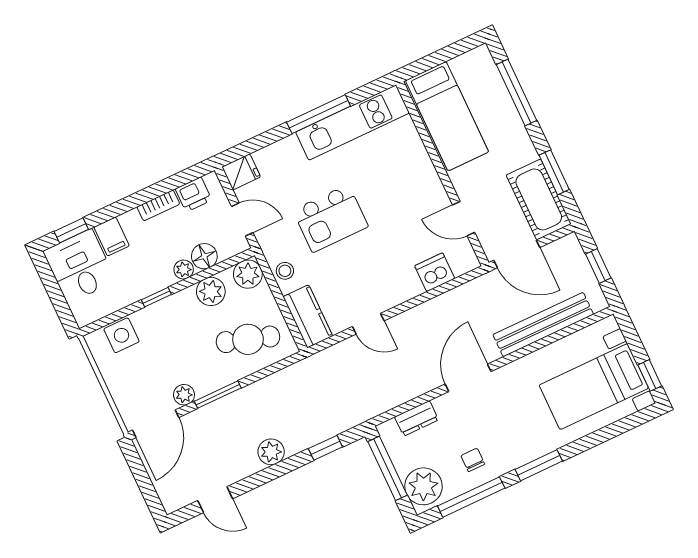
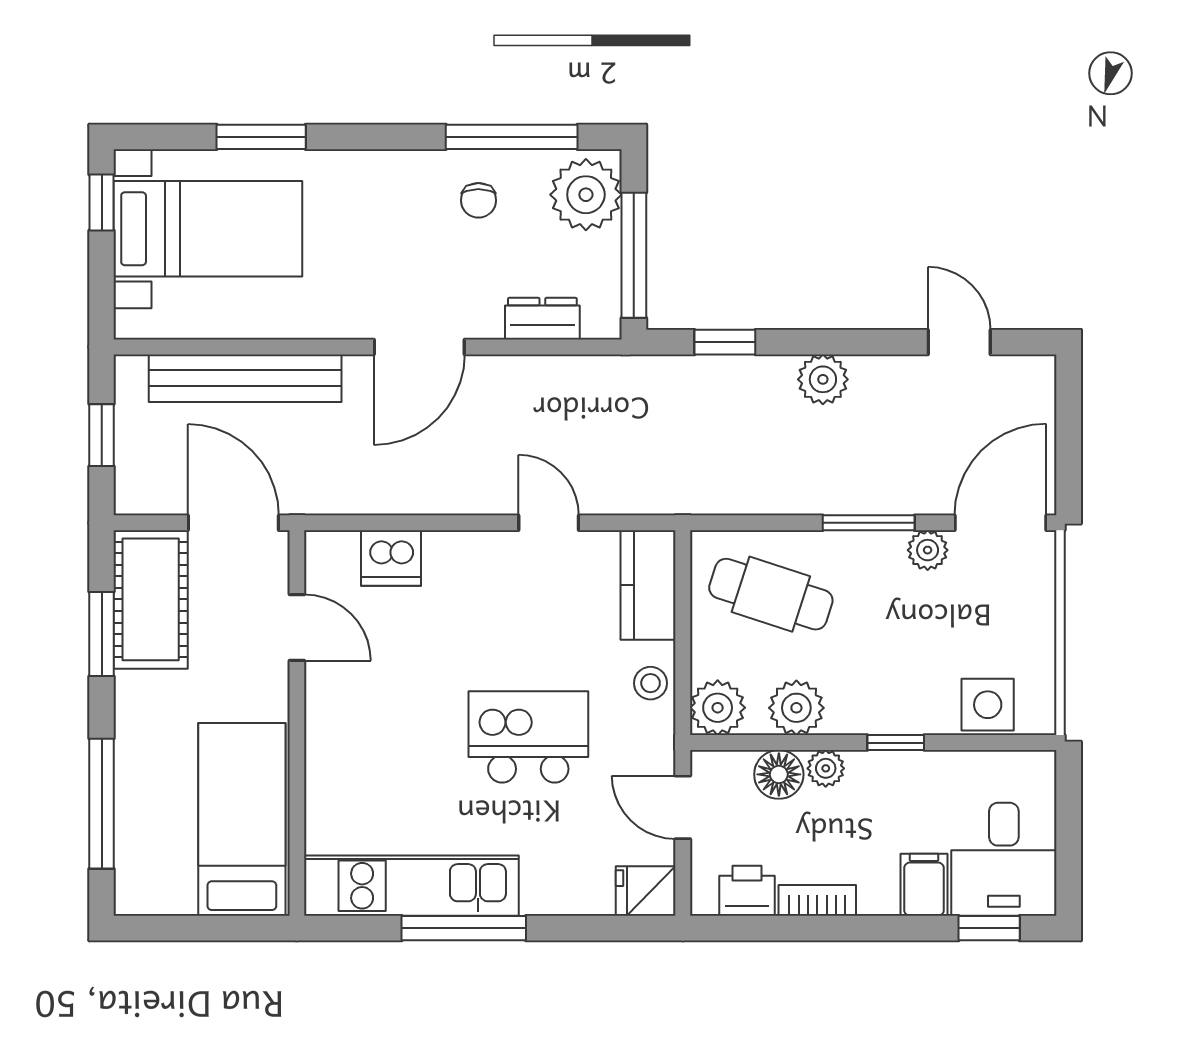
window: (539, 465) -> (261, 137), moved

